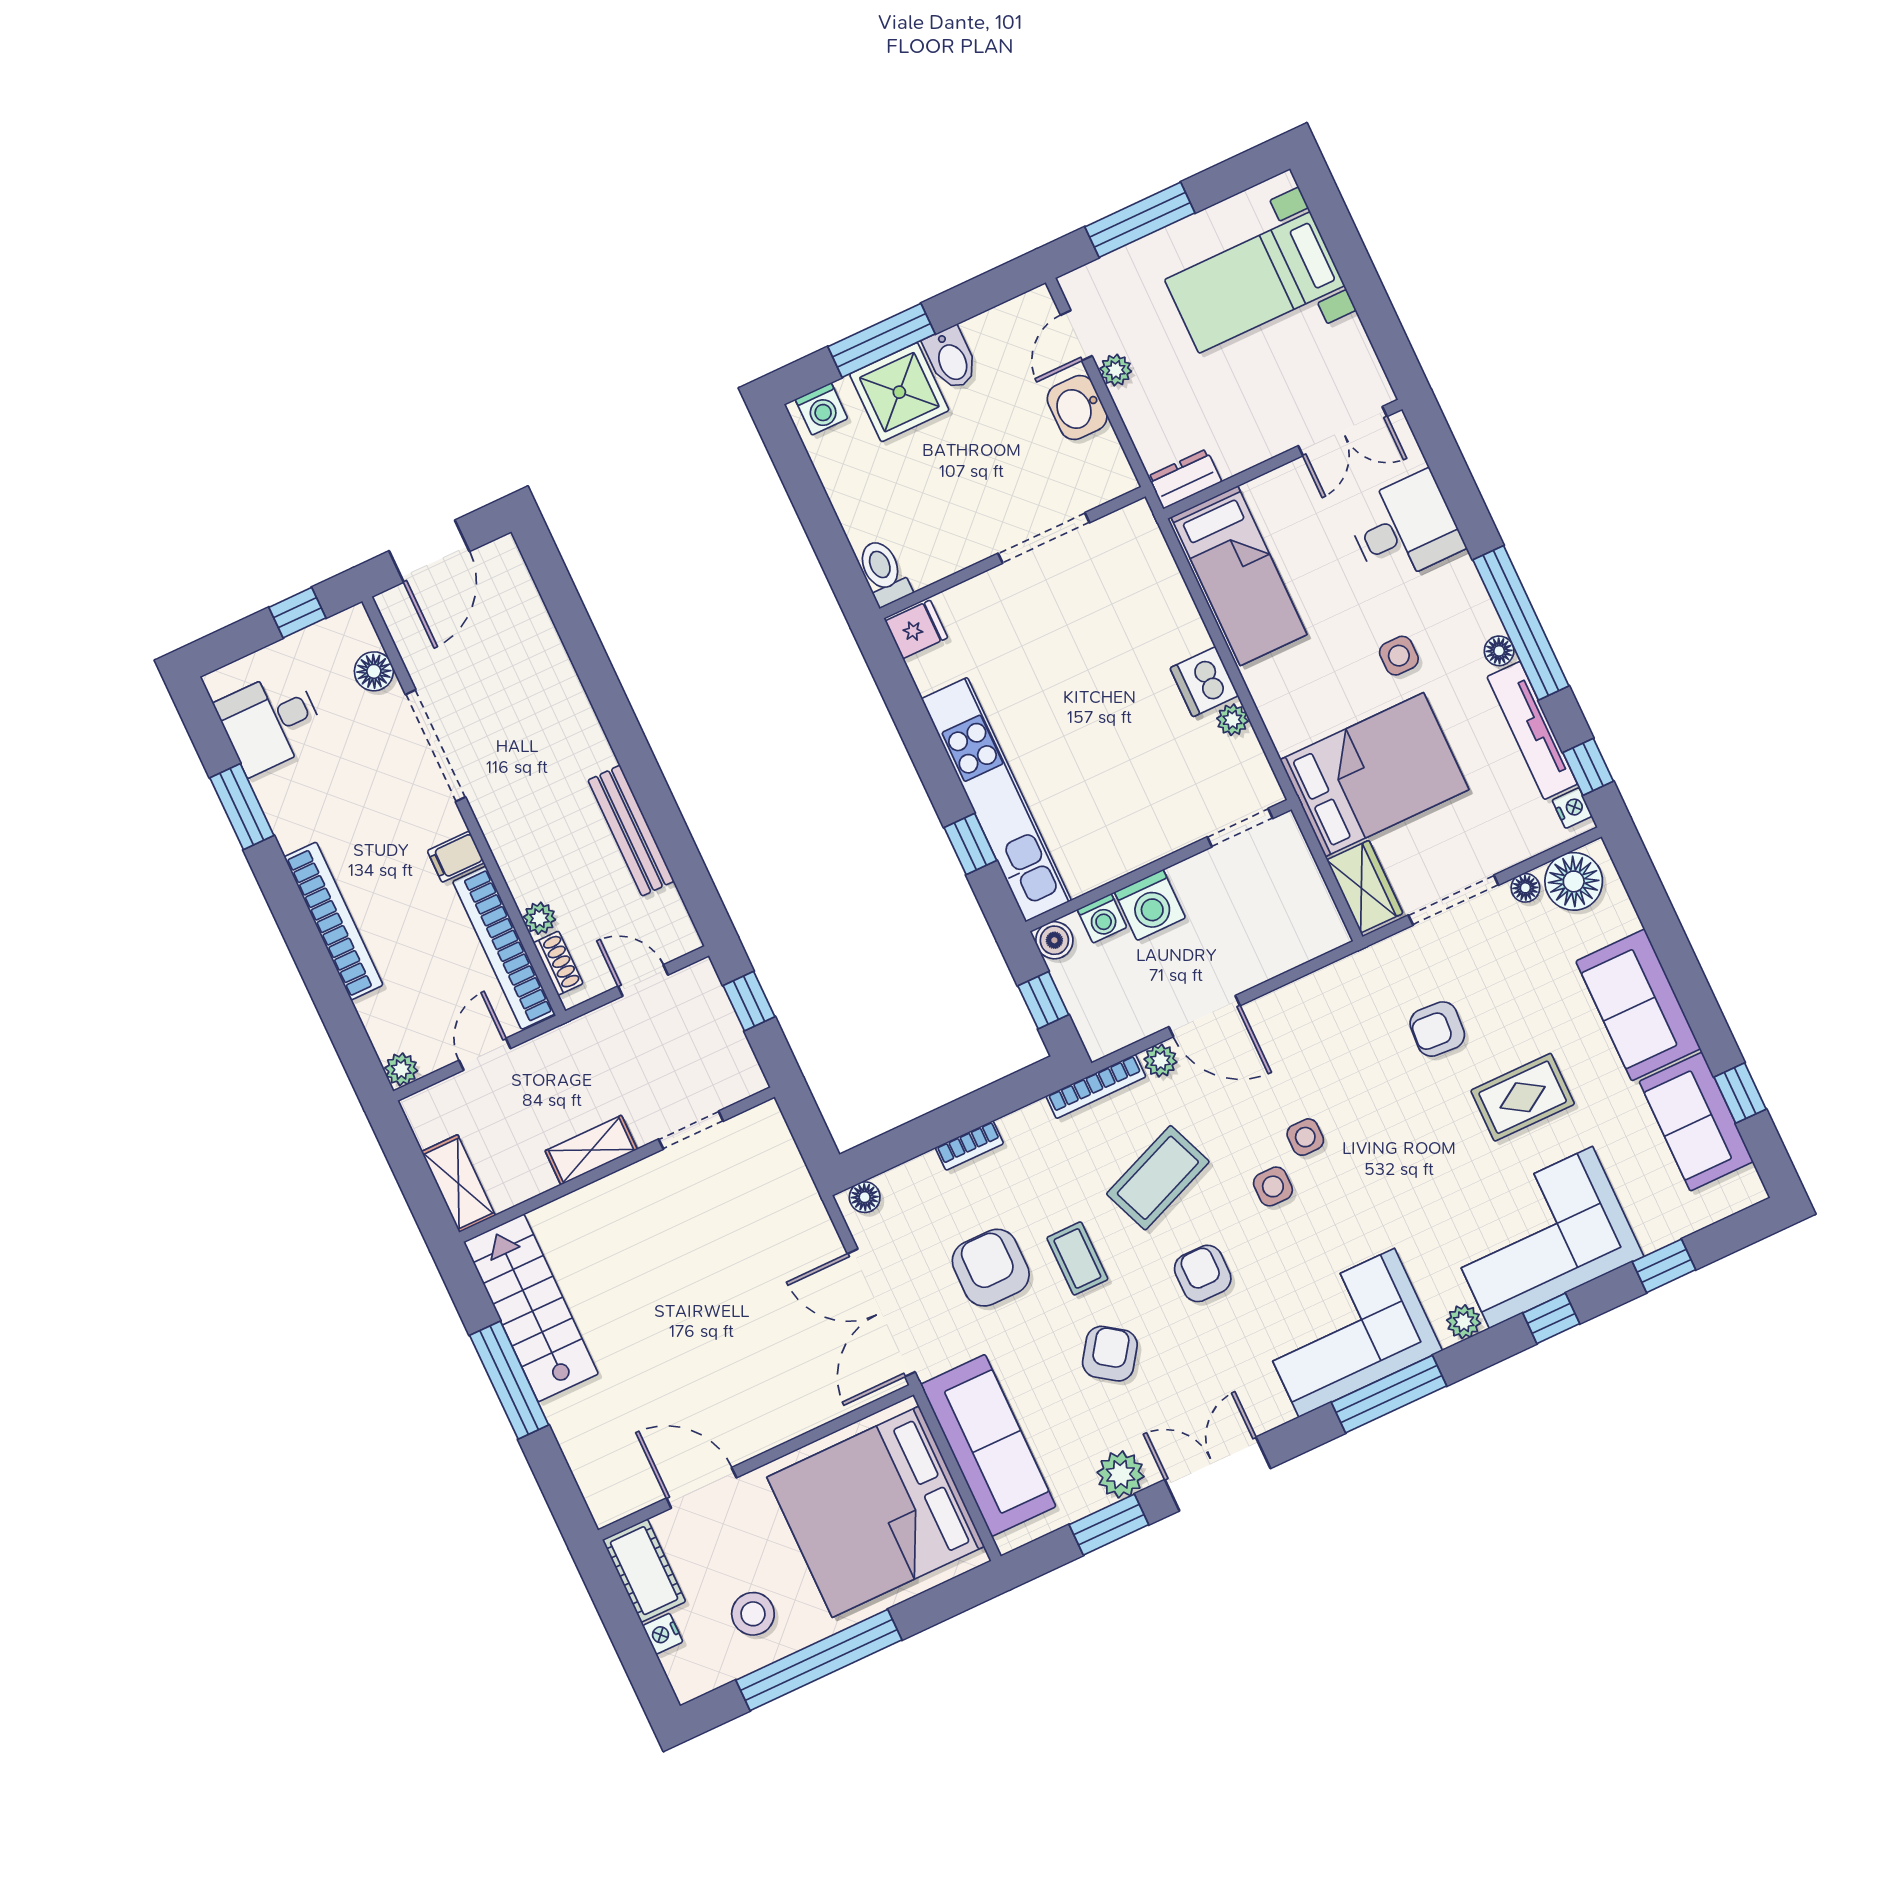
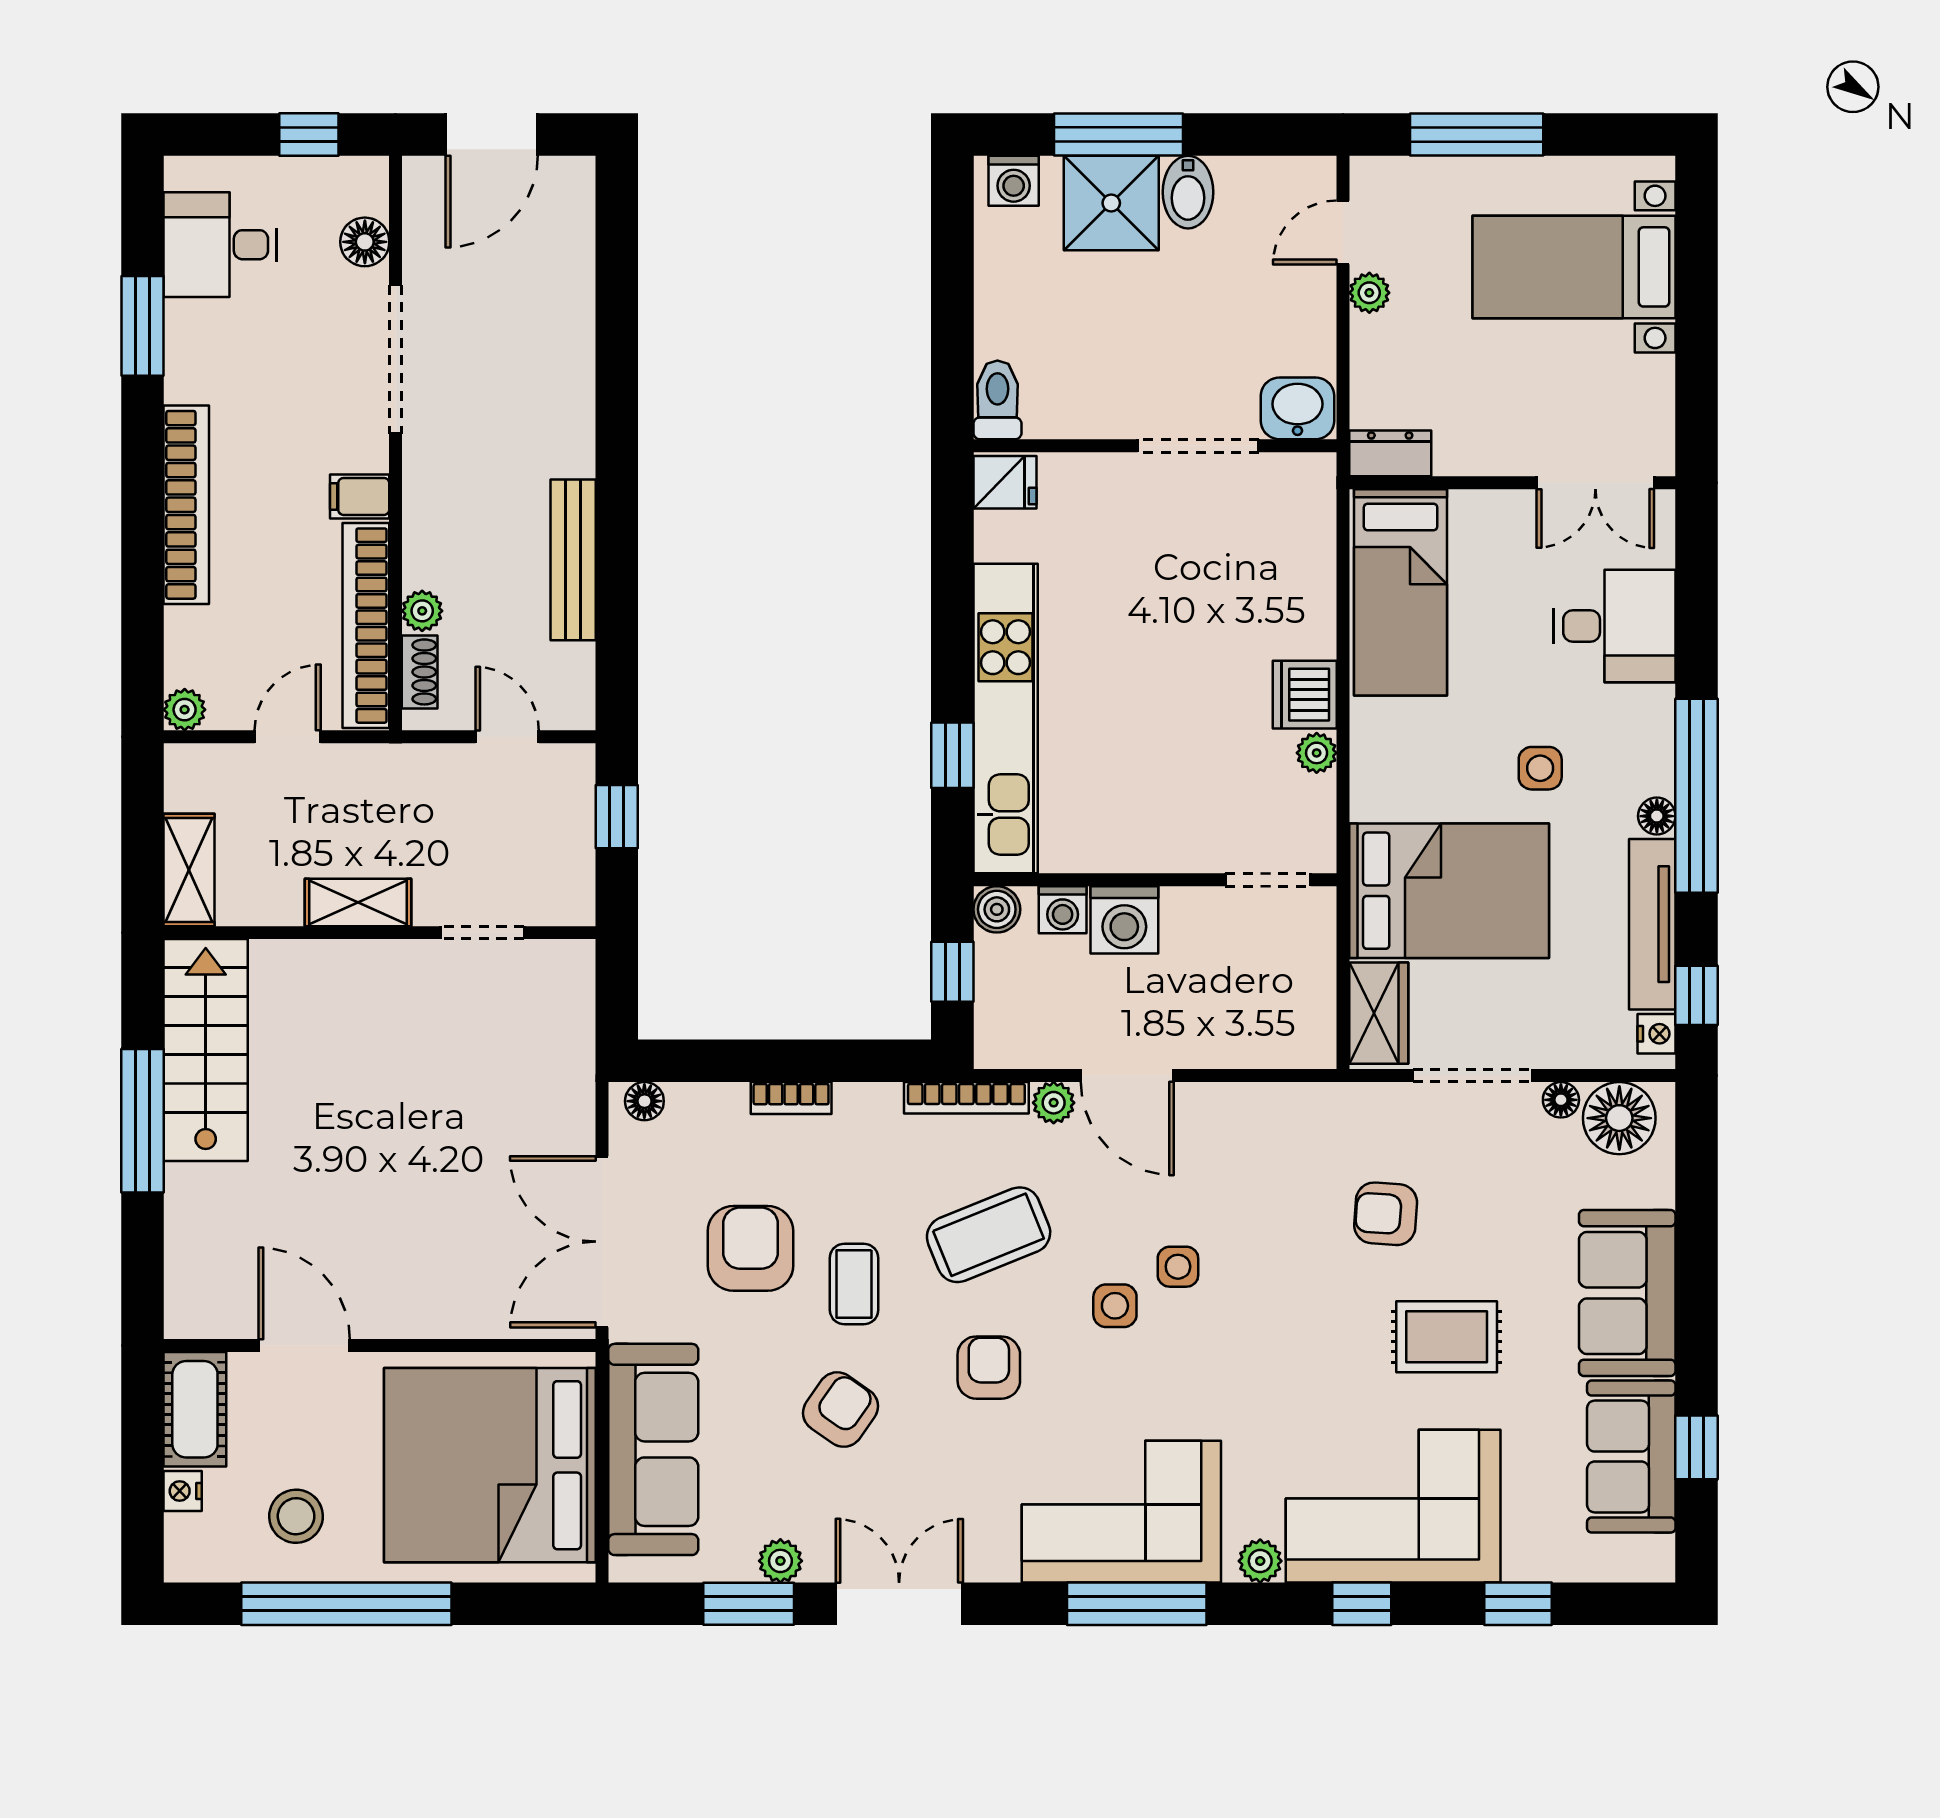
washbasin: (1077, 408) -> (1298, 408), moved, turned 90
plant: (1121, 1474) -> (780, 1561), width x0.73, depth x0.73

